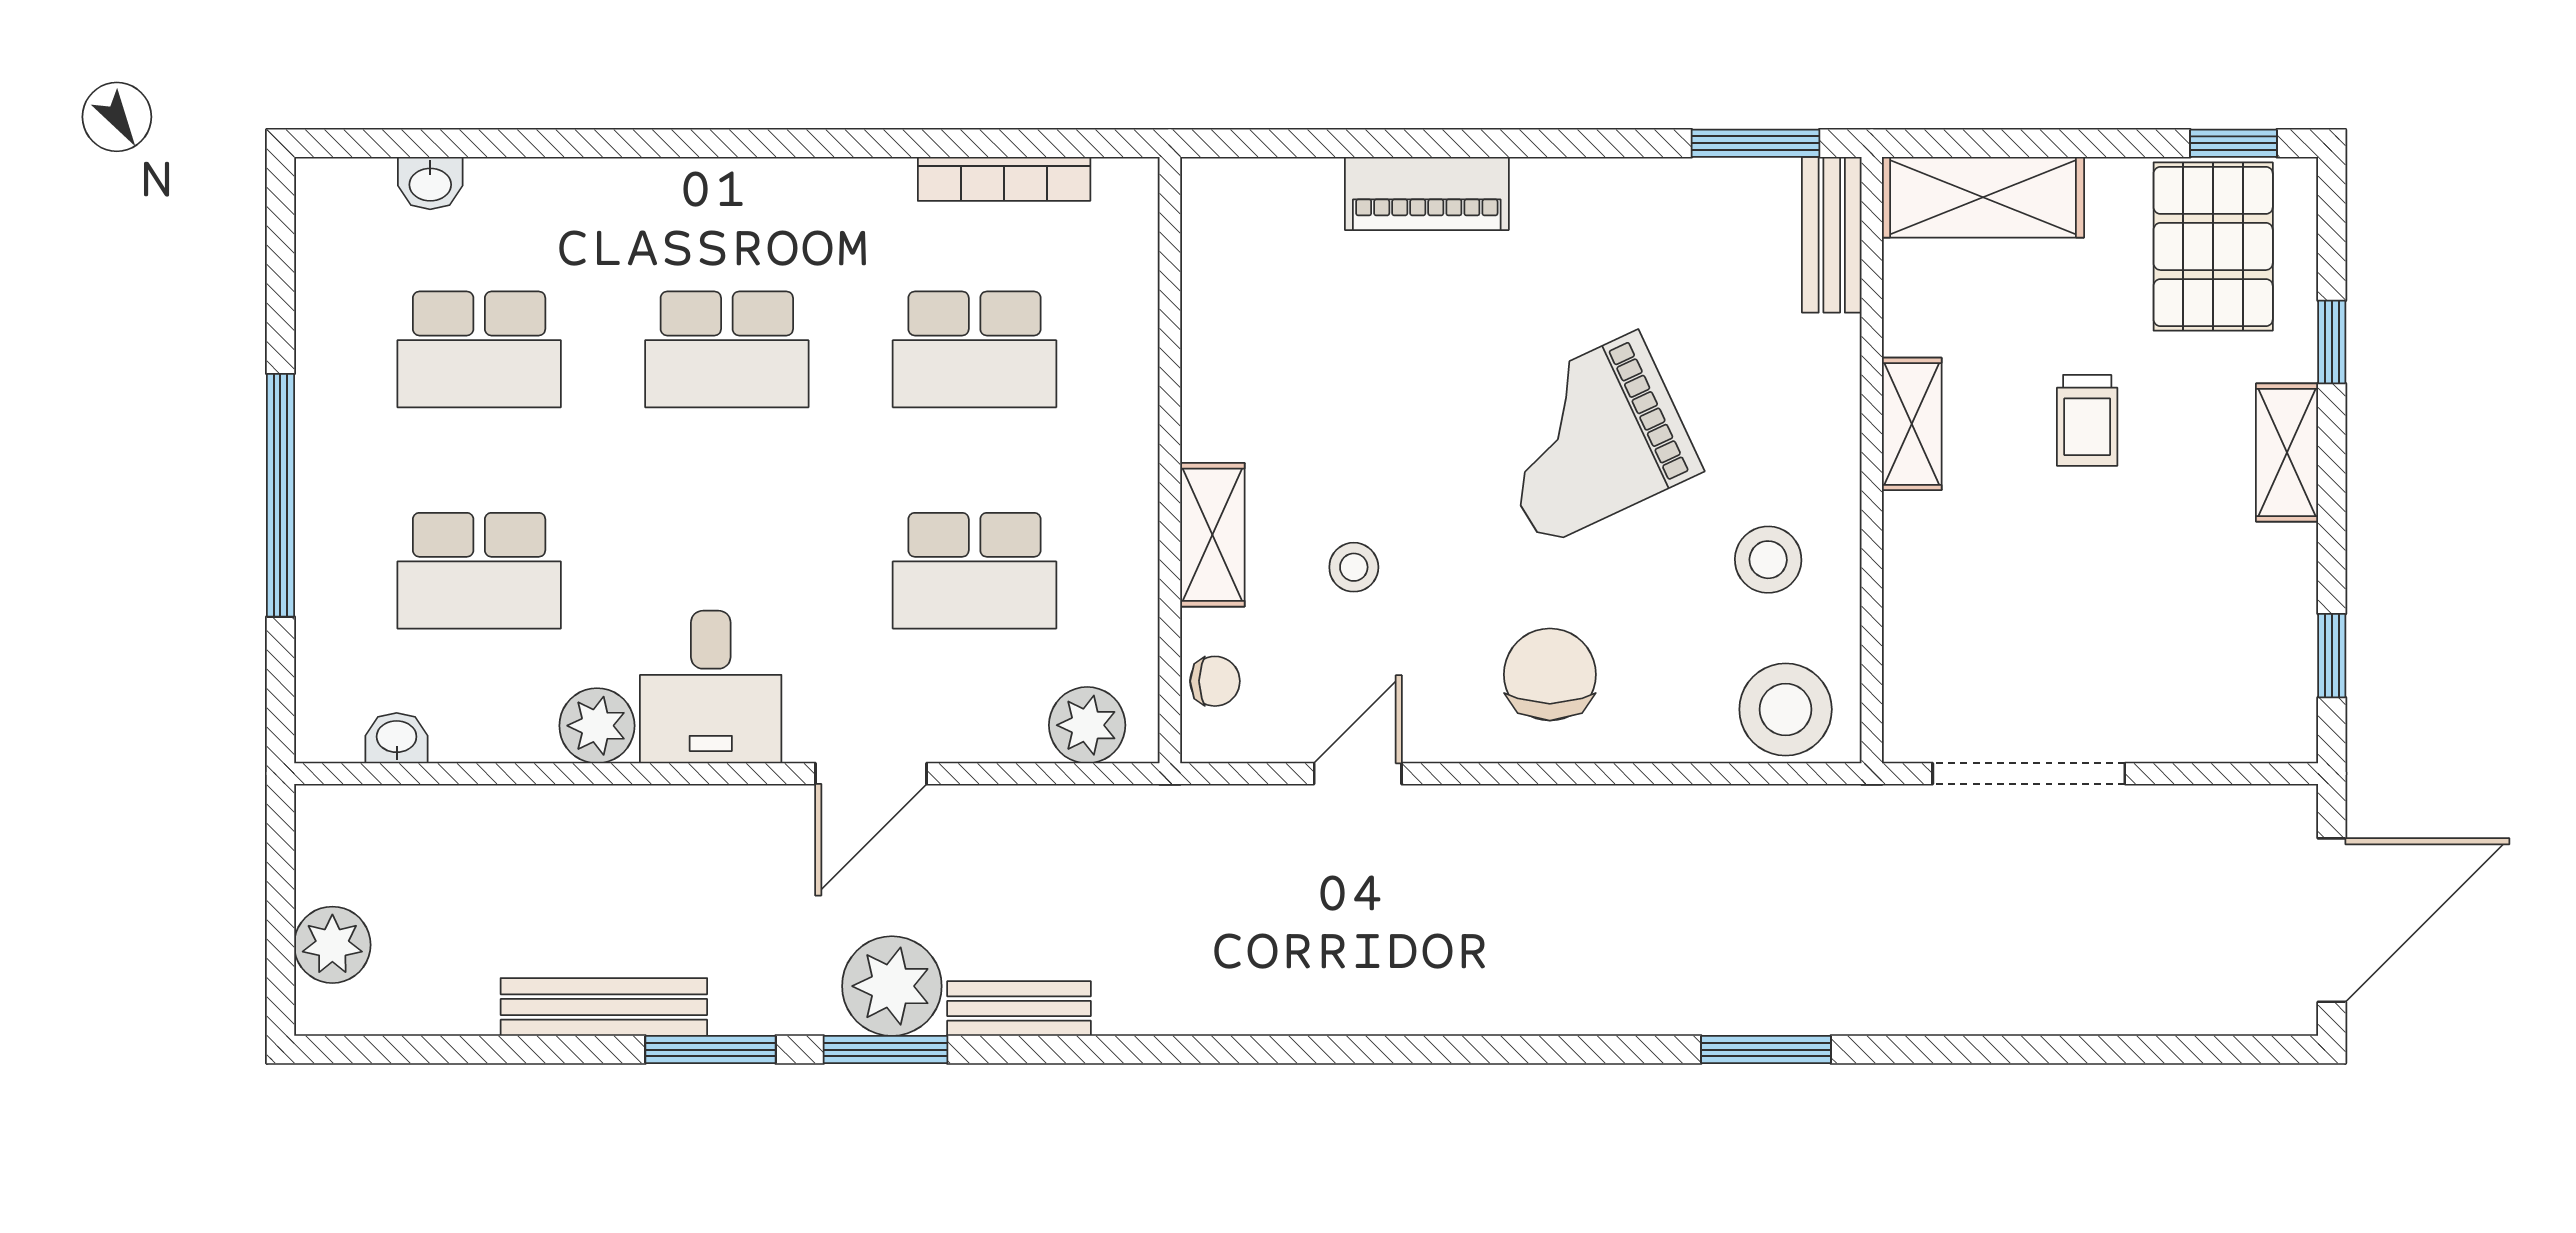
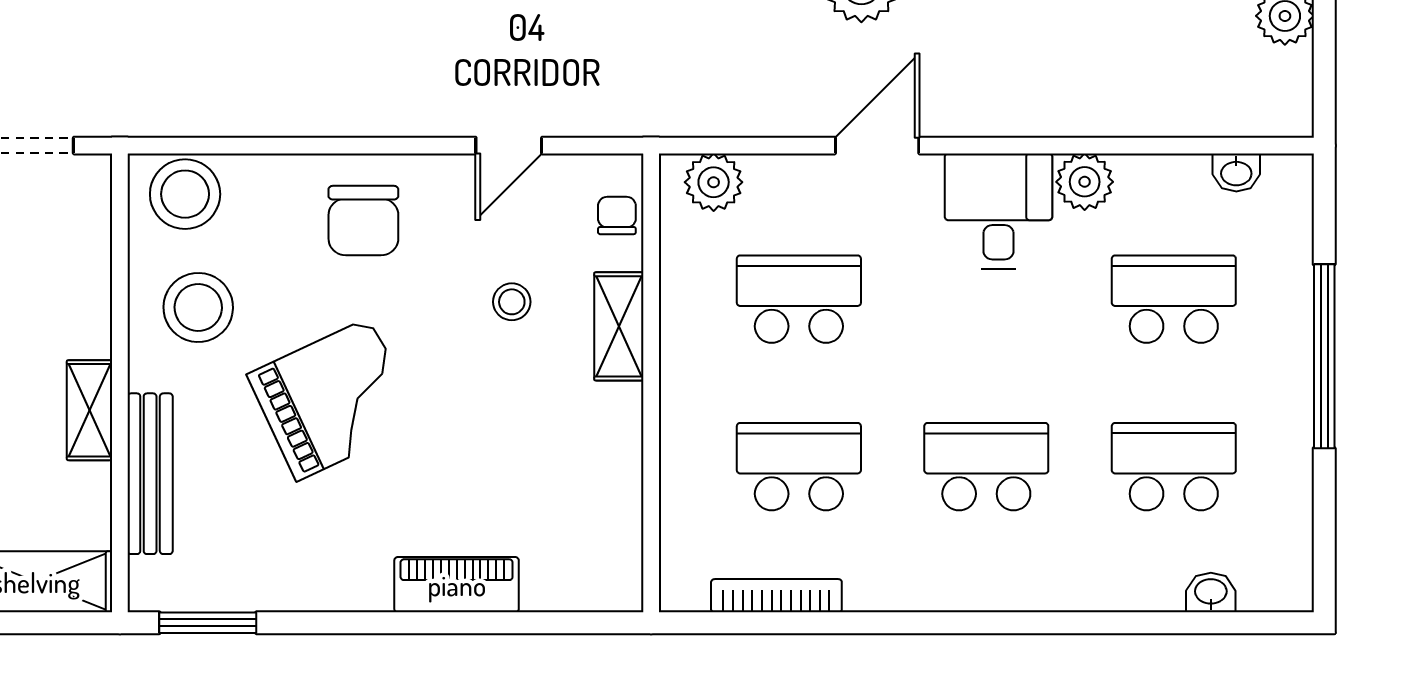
bench: (1832, 235) -> (150, 474), moved, width x1.36
stool: (1768, 560) -> (198, 307), width x1.38, depth x1.38
chair: (1215, 681) -> (617, 216), turned 90

